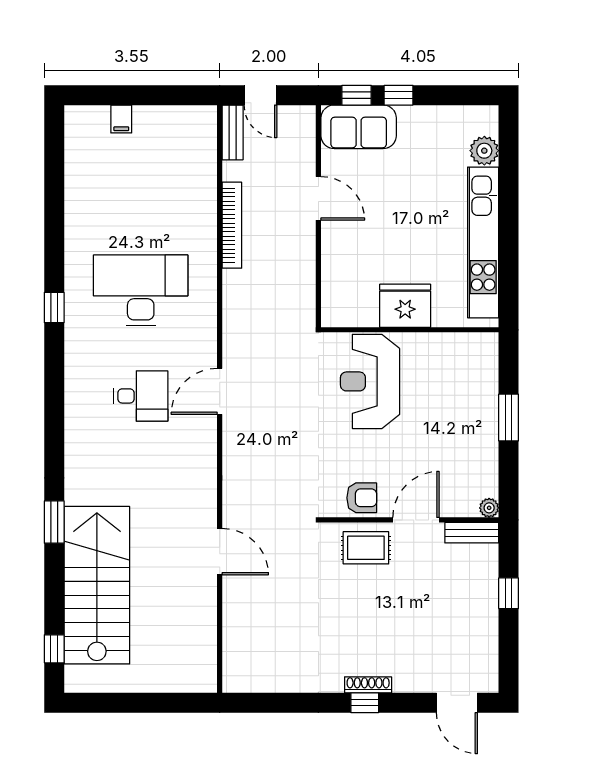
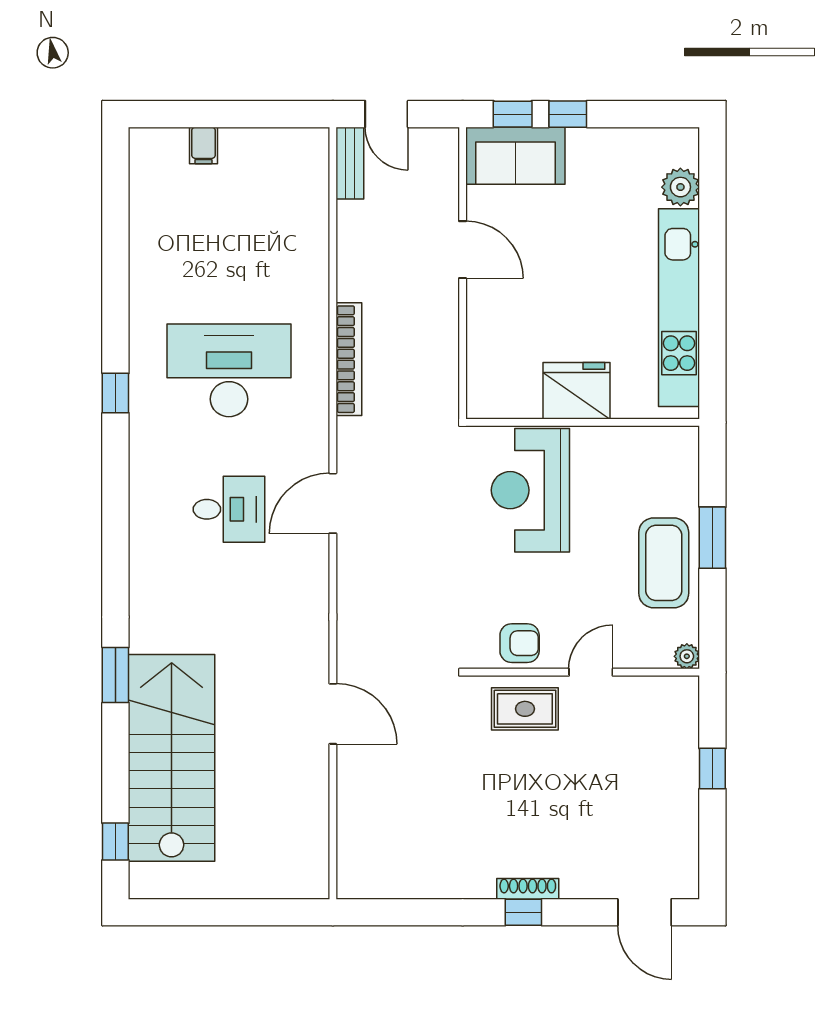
bookcase: (232, 225) -> (349, 359), moved
coffee table: (472, 437) -> (664, 563), added
door: (416, 520) -> (591, 672), width x0.73
bench: (472, 533) -> (664, 689), removed

